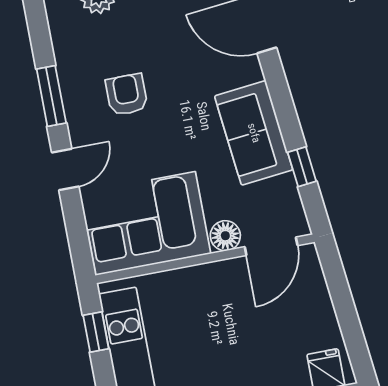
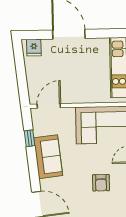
floor lamp: (225, 236) -> (68, 114), removed

